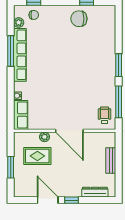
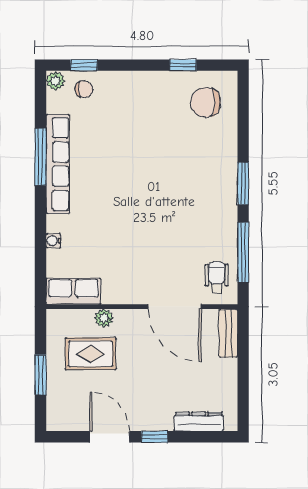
chair: (79, 19) -> (206, 102), moved
plant: (19, 23) -> (55, 81), moved
row of seats: (21, 115) -> (73, 291), moved, turned -90
door: (69, 131) -> (174, 307), moved
bench: (111, 161) -> (228, 333), moved

